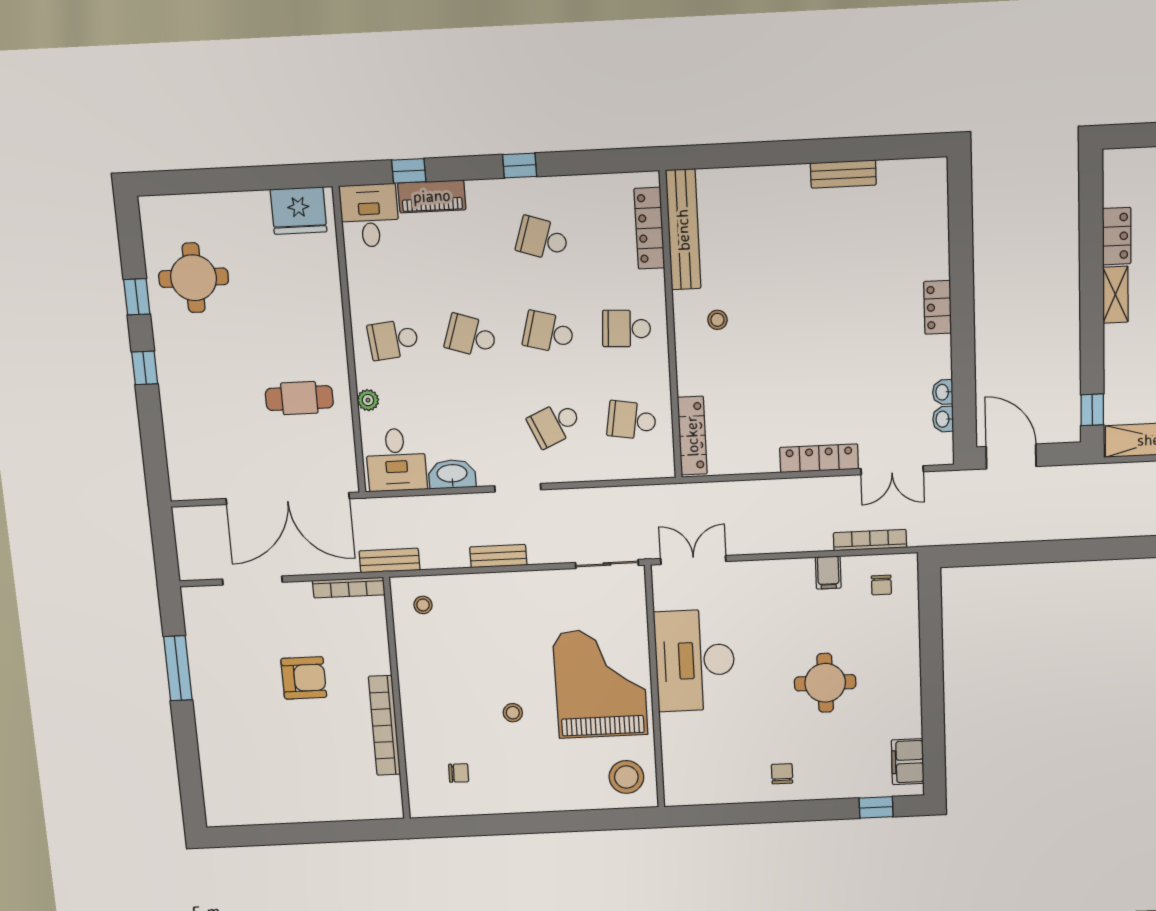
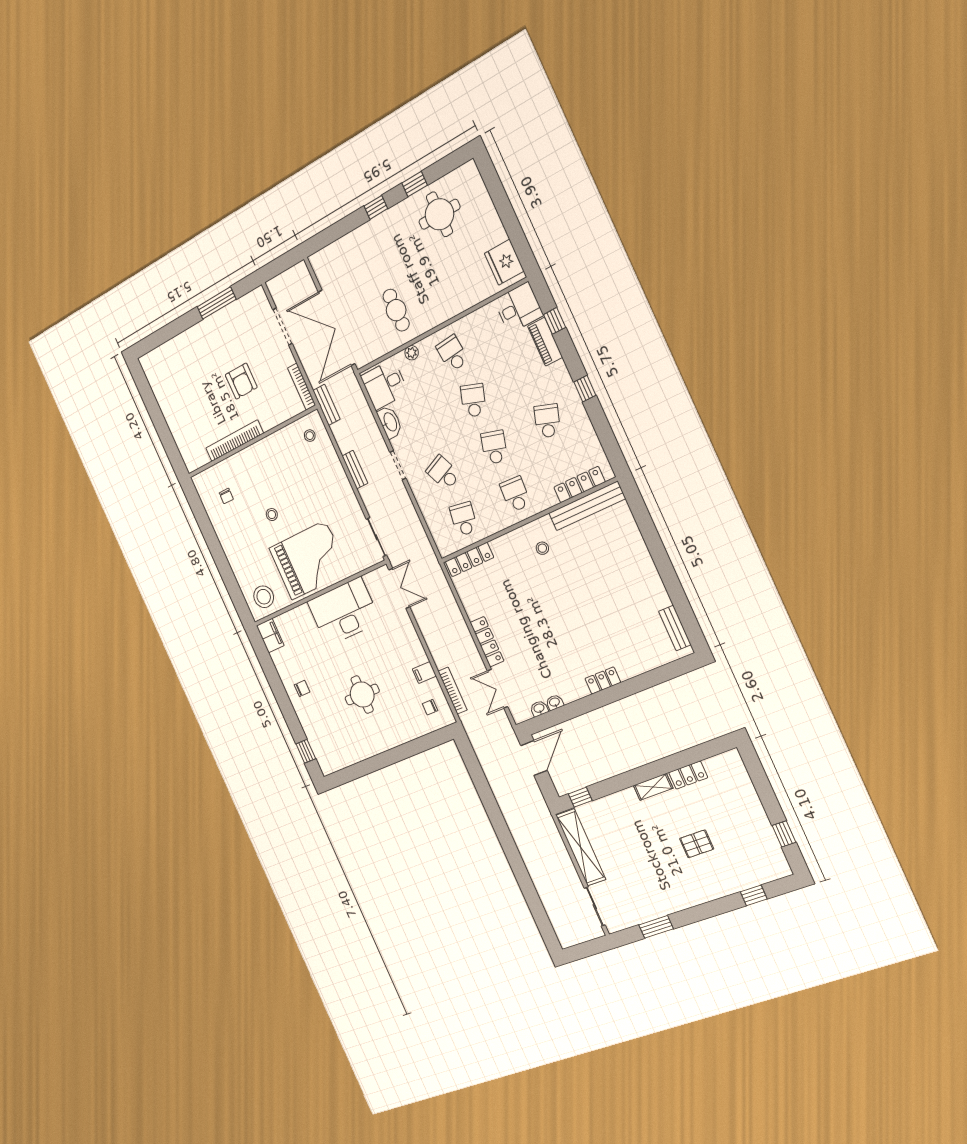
bench: (843, 174) -> (675, 628), moved
filing cabinet: (908, 762) -> (270, 635), moved, turned 90

